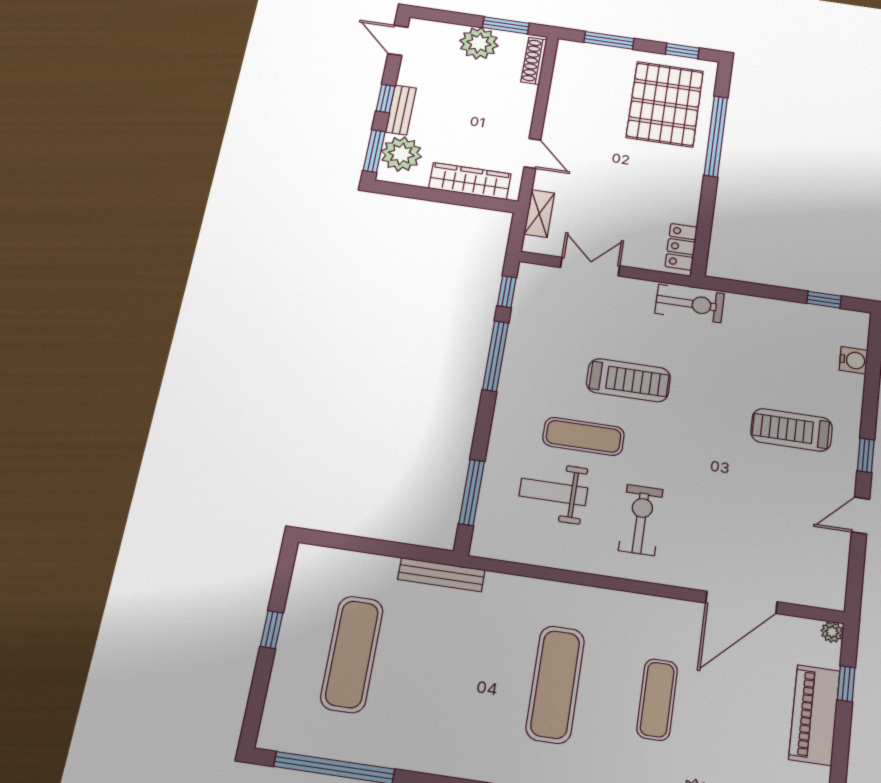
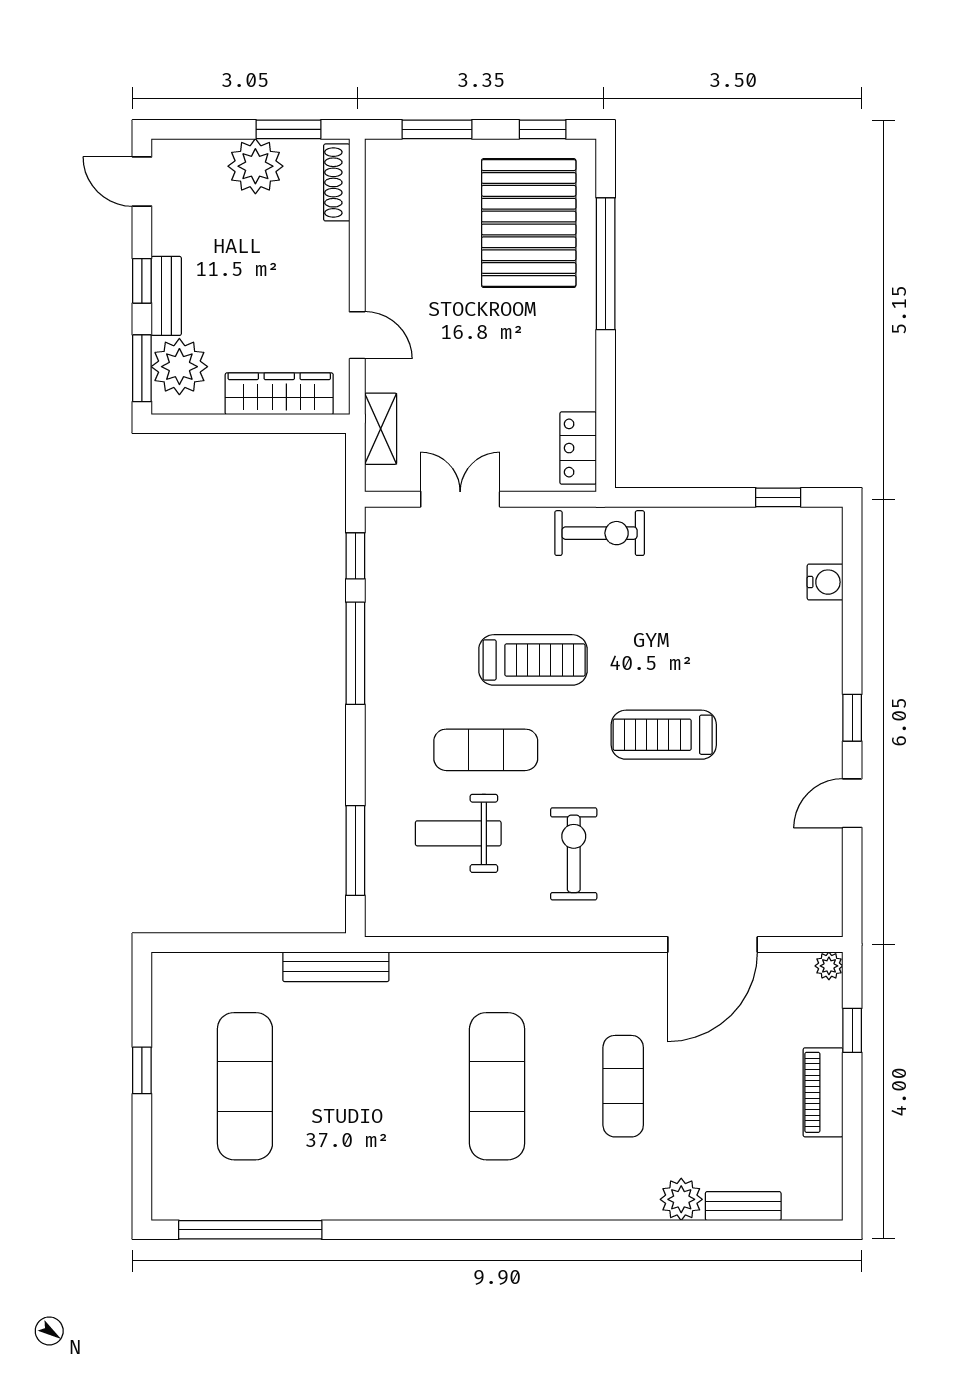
treadmill: (792, 430) -> (664, 735), moved
piano: (814, 715) -> (823, 1092), width x0.73, depth x0.75

